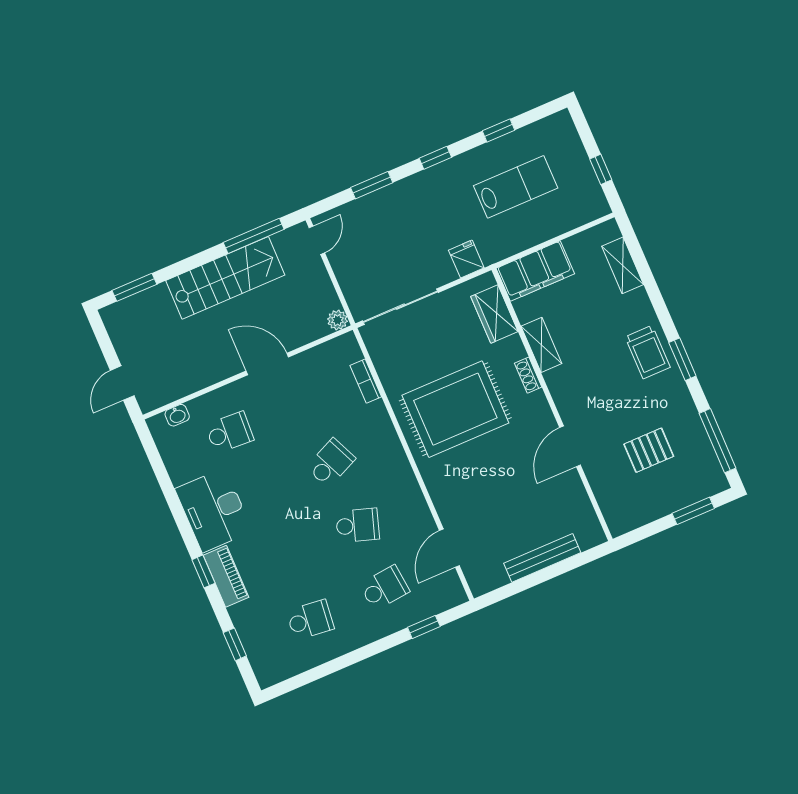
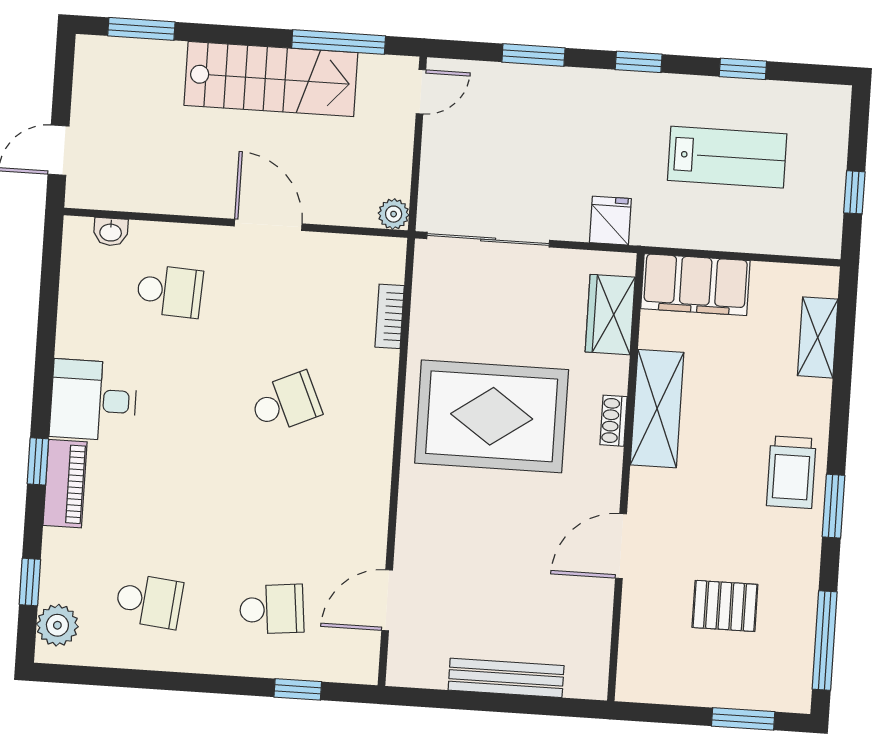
shelving: (541, 345) -> (657, 409), width x1.50, depth x1.33
desk: (214, 510) -> (93, 400), width x0.73
school desk: (358, 525) -> (279, 506), removed
plant: (264, 661) -> (57, 625), added

